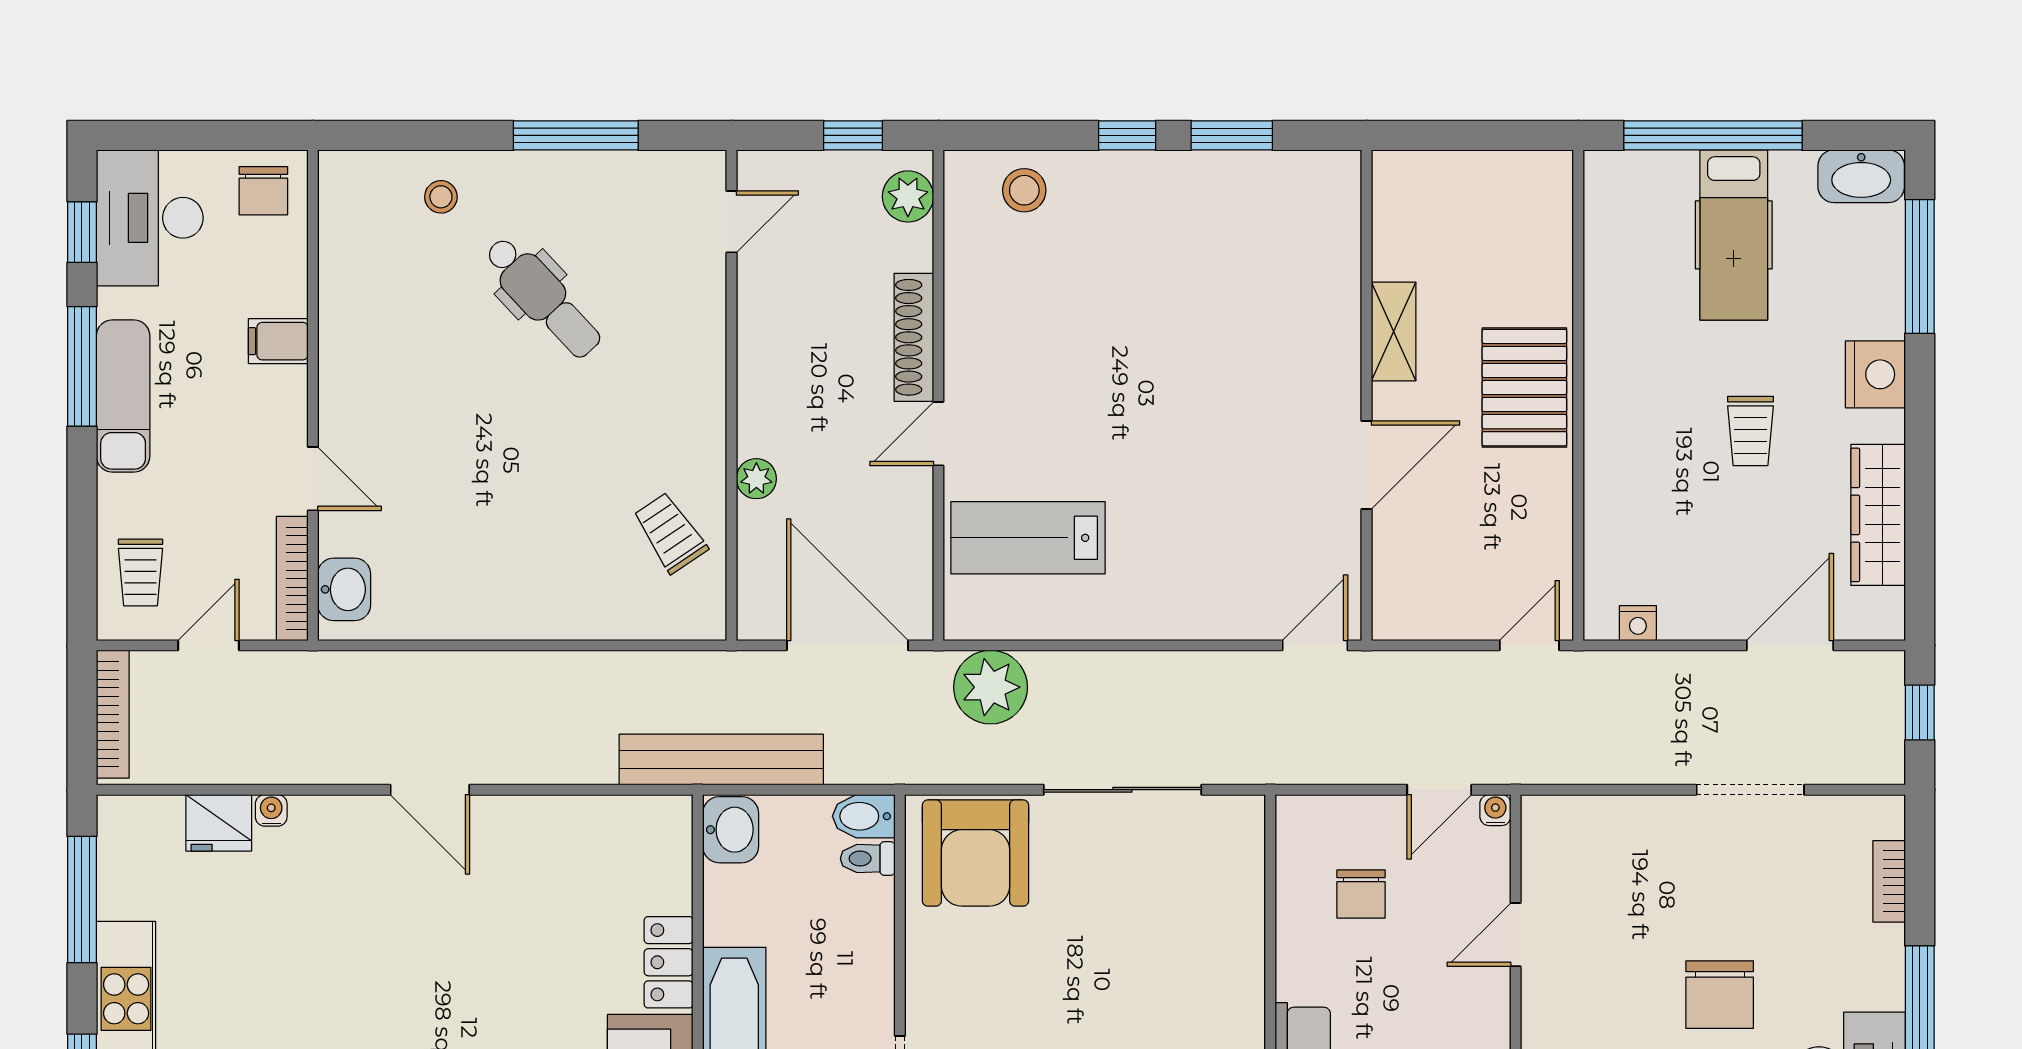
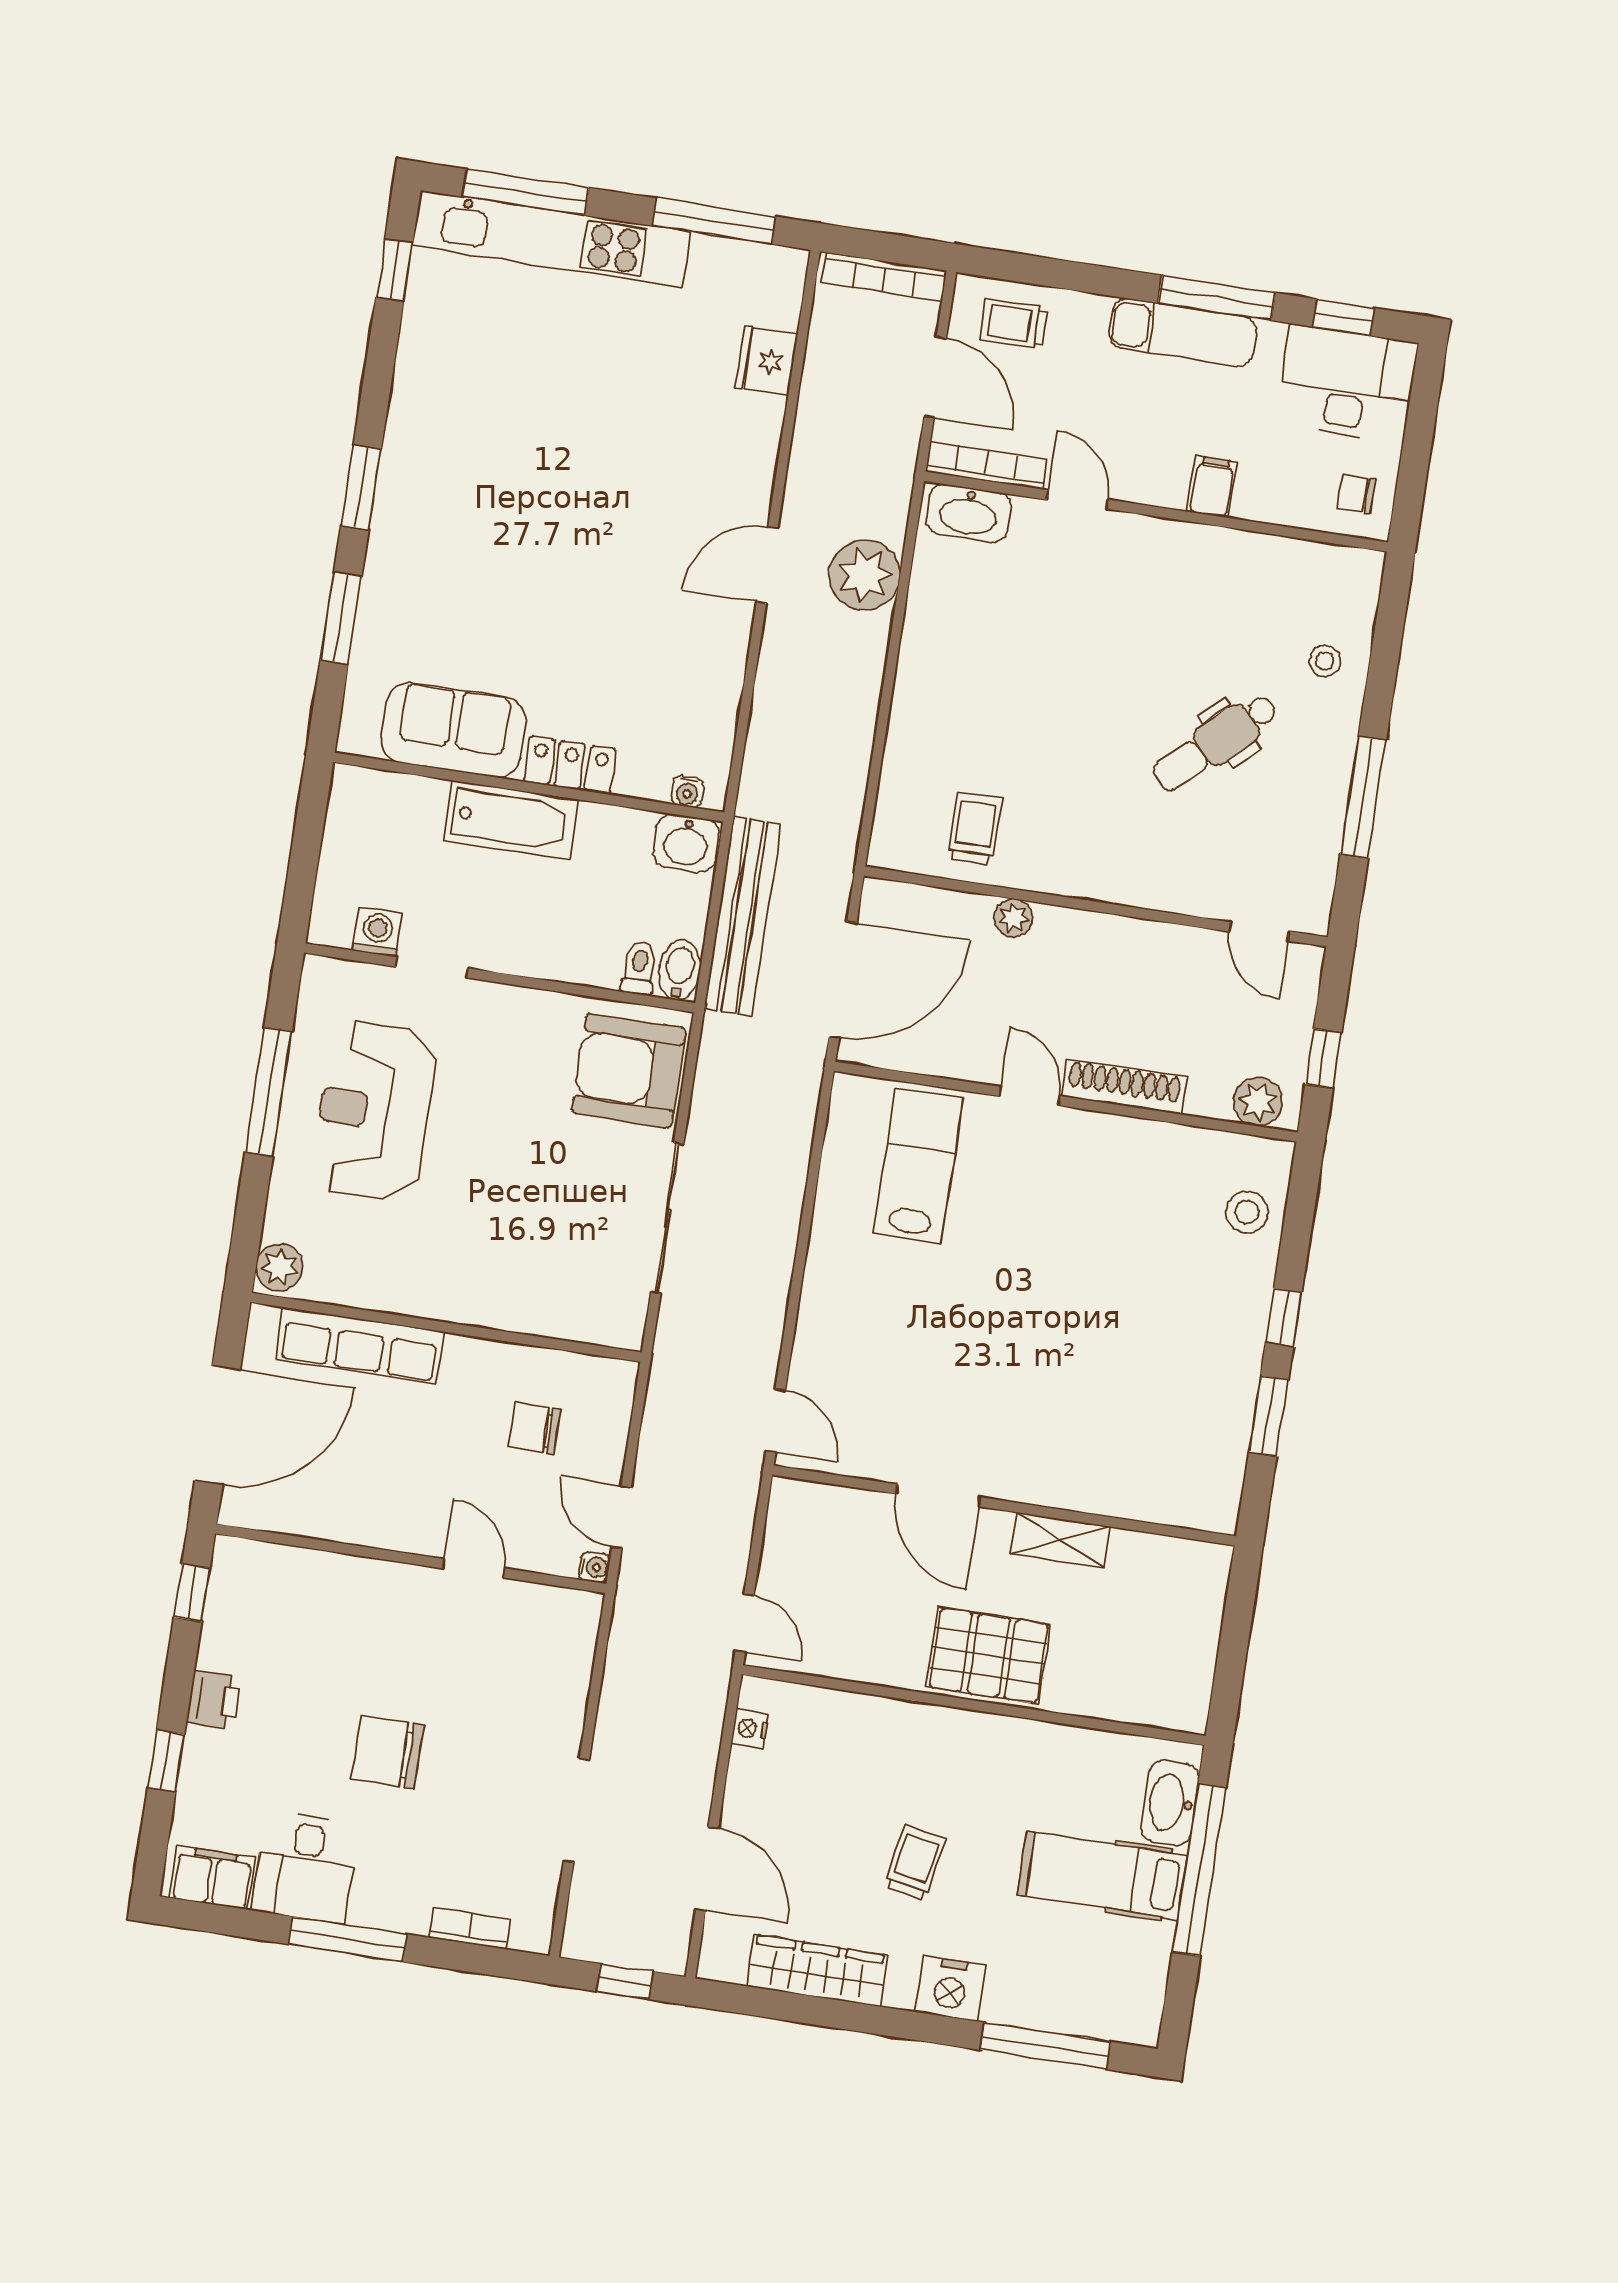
washbasin: (1861, 176) -> (1170, 1803), moved
chair: (263, 191) -> (1356, 494), width x0.73, depth x0.73
trolley: (1751, 431) -> (915, 1863), turned 100
door: (313, 479) -> (1077, 500), swing flipped
trolley: (670, 533) -> (975, 829), turned -56
washbasin: (344, 589) -> (969, 513), width x1.38
door: (209, 645) -> (935, 377), width x1.38
plant: (991, 687) -> (865, 575), moved
bench: (721, 760) -> (743, 917), moved
water cooler: (271, 810) -> (687, 791), moved, turned 90

